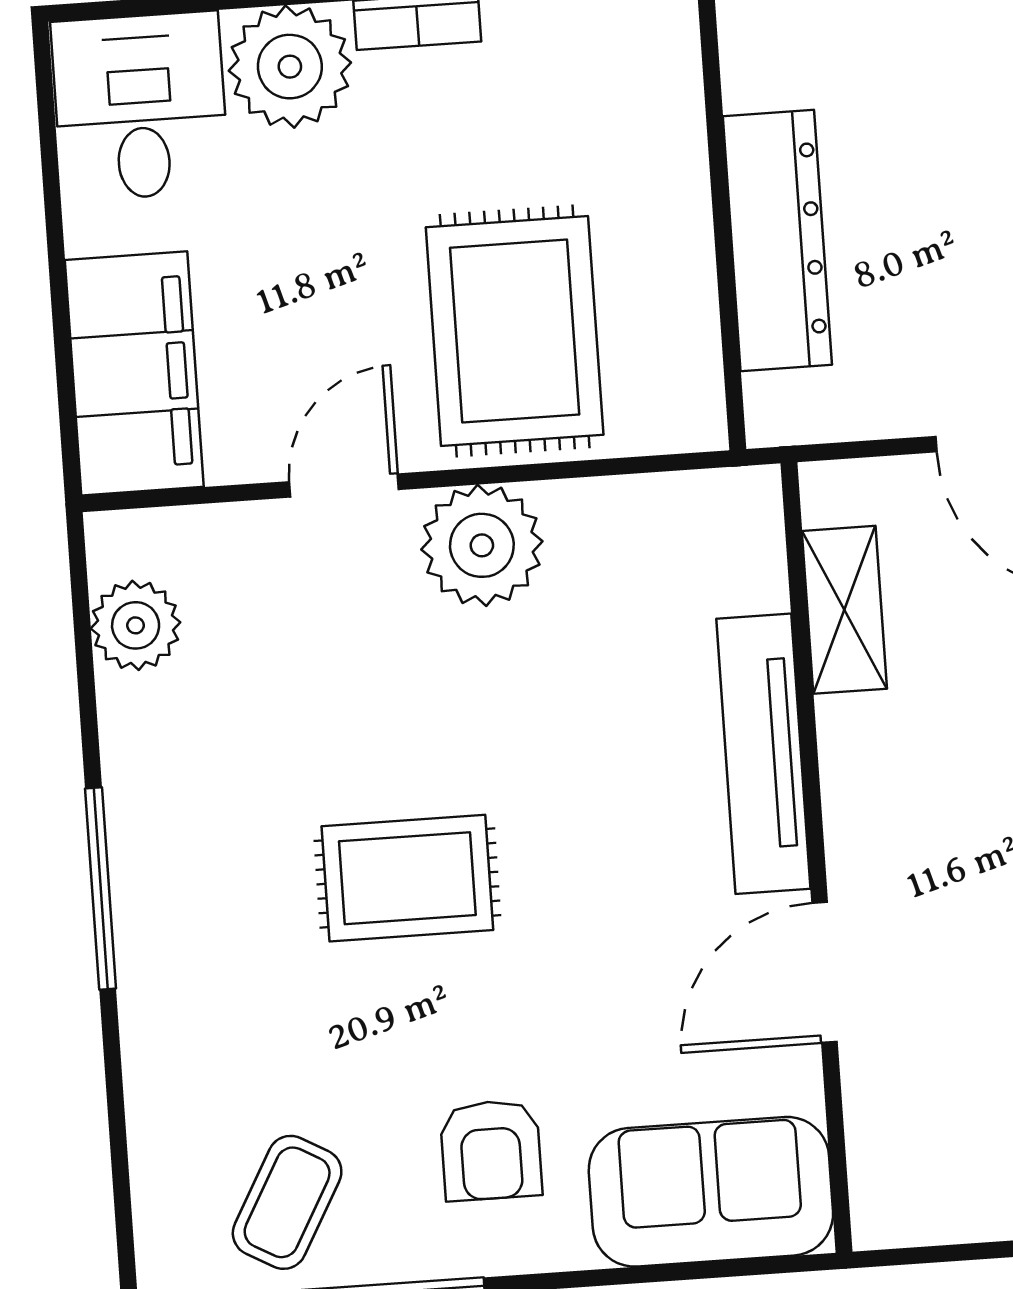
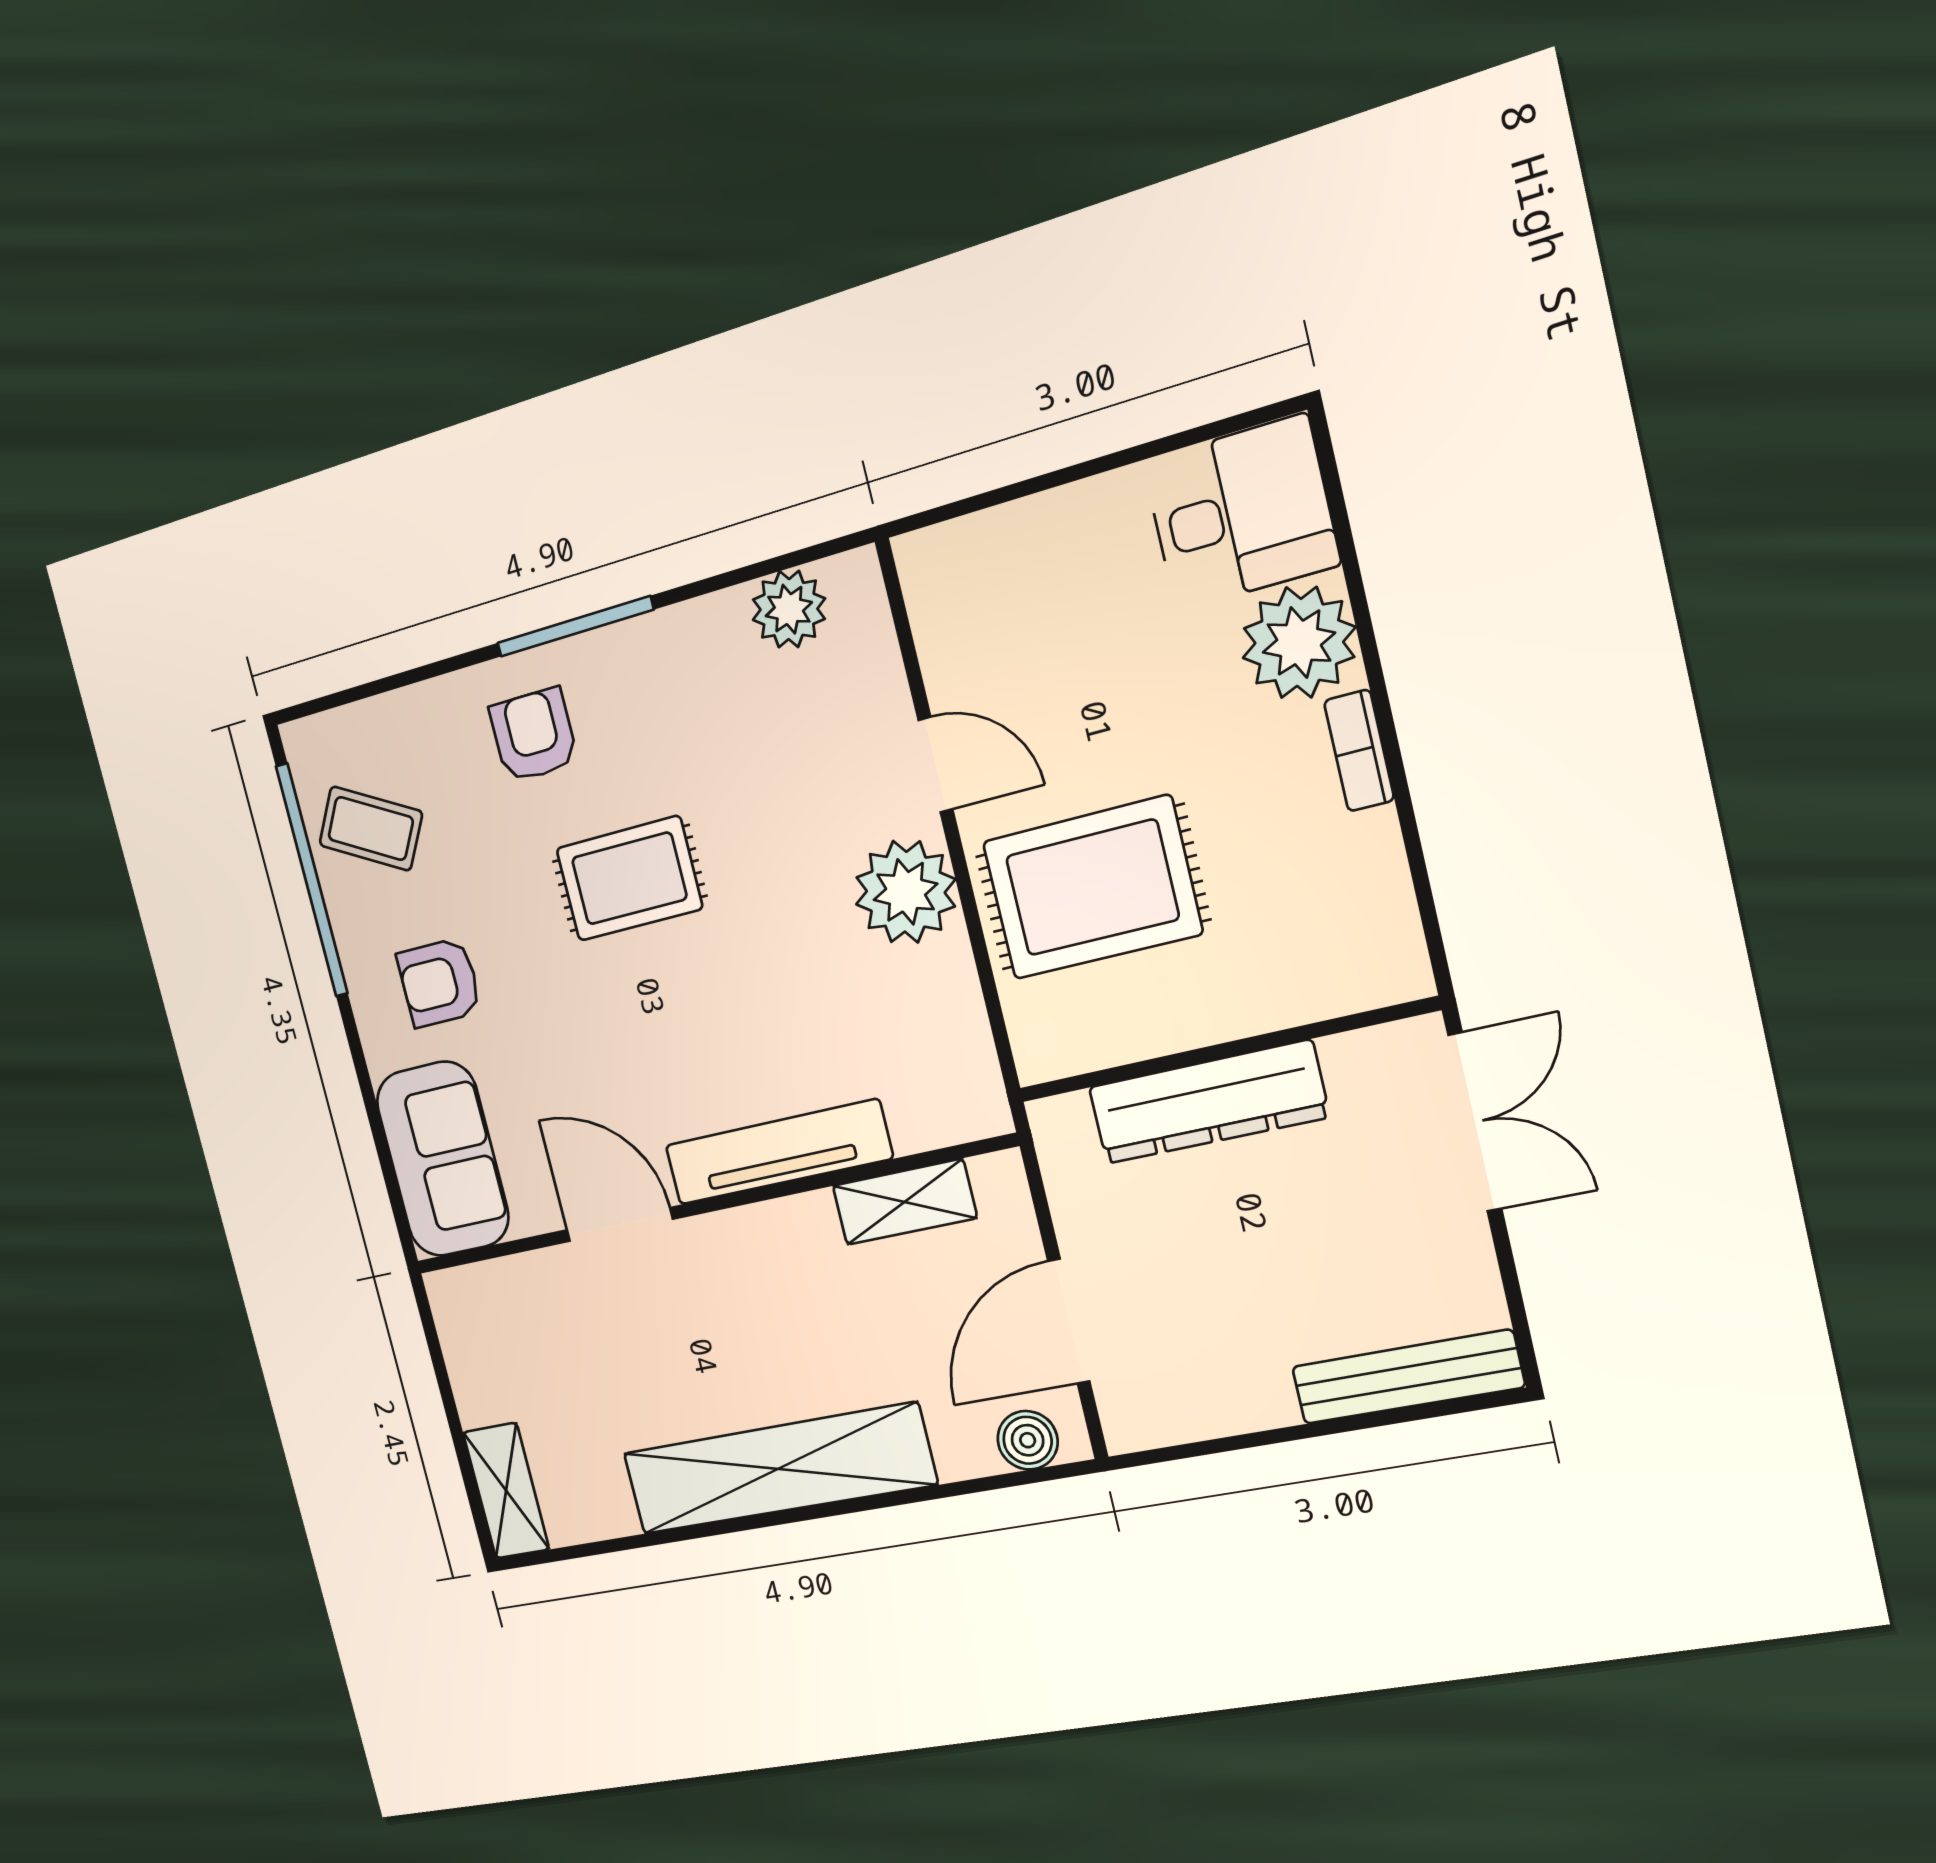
filing cabinet: (134, 373) -> (1001, 561), removed
rug: (407, 878) -> (629, 878), turned 90
armchair: (216, 966) -> (534, 735), added

